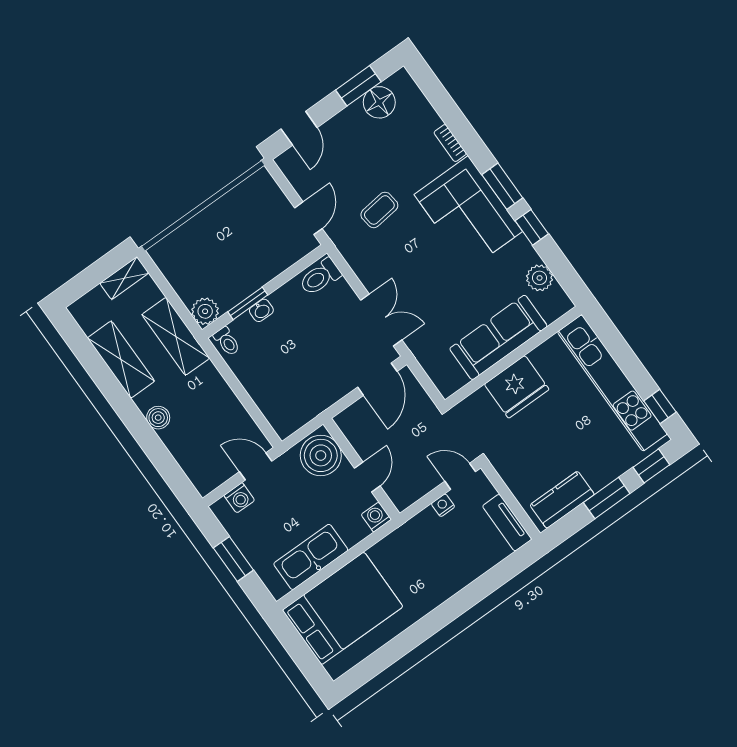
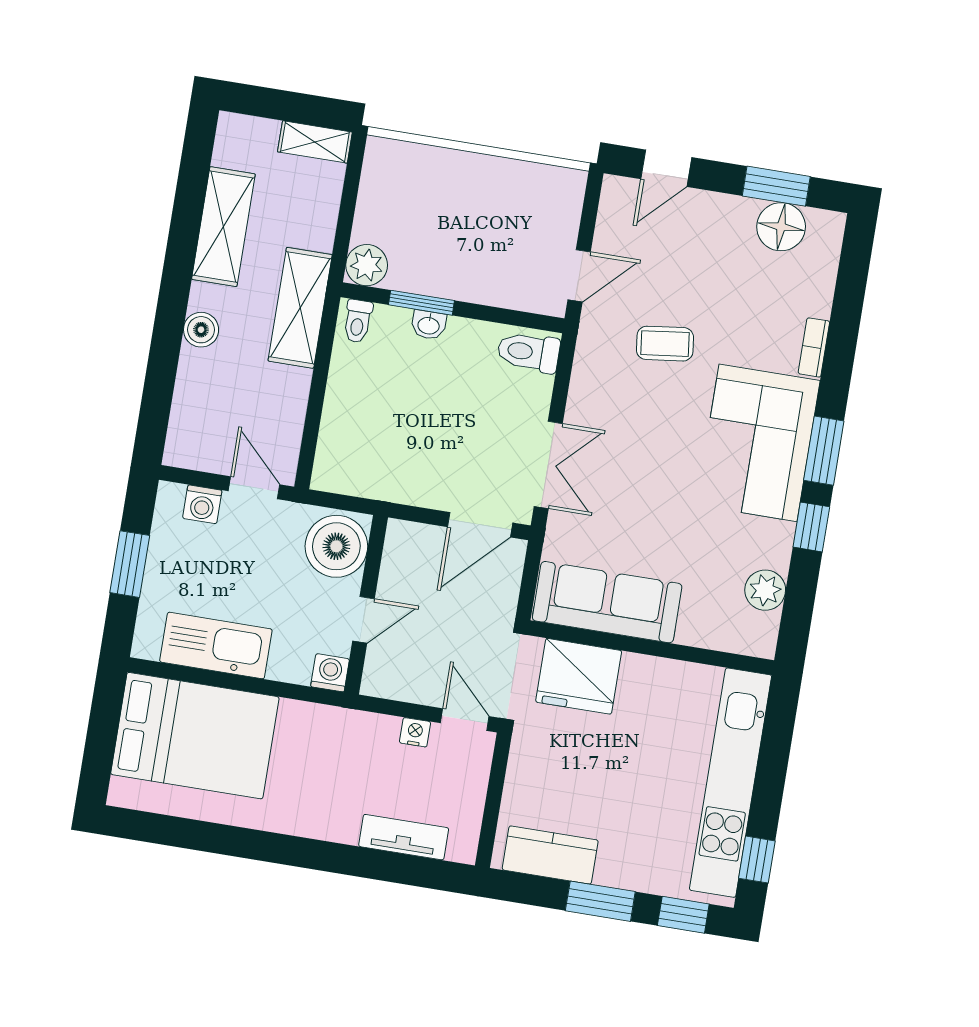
shelving: (176, 336) -> (300, 308), moved
sofa: (498, 337) -> (607, 602), moved
fridge: (517, 387) -> (579, 676), moved
tv unit: (507, 523) -> (404, 837), moved, turned 90

